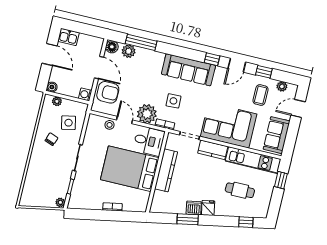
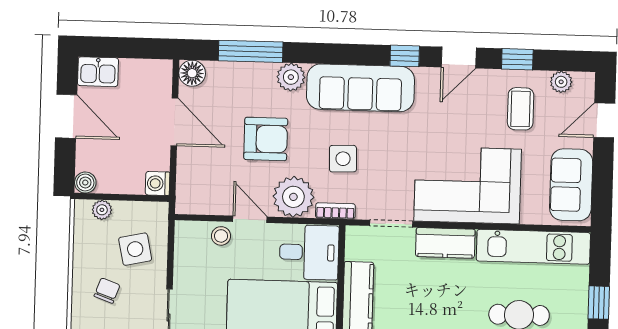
plant: (129, 51) -> (291, 77), moved
armchair: (108, 92) -> (266, 139), moved
window: (281, 180) -> (599, 303), moved

